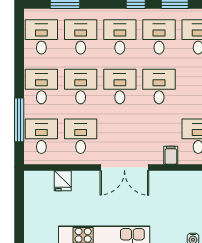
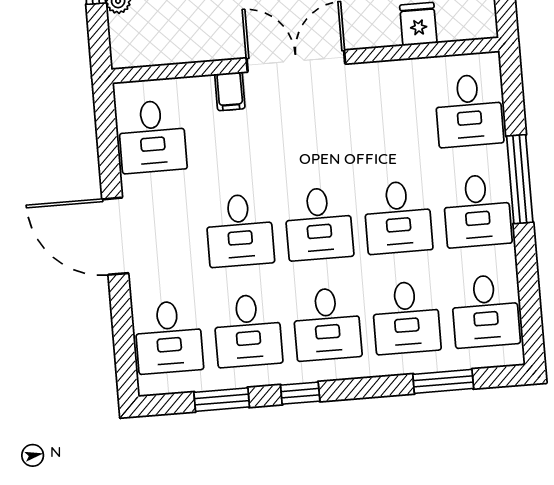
window: (19, 120) -> (520, 179), moved
desk: (81, 136) -> (390, 117), removed
filing cabinet: (171, 155) -> (230, 91), moved

